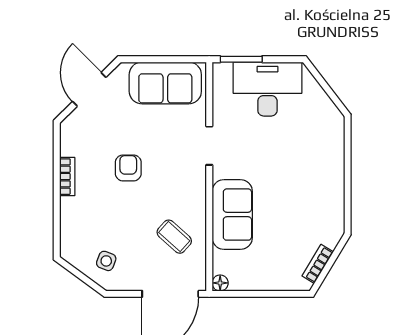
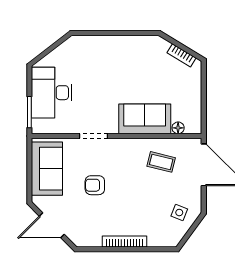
armchair: (128, 168) -> (95, 185), moved
bookcase: (67, 177) -> (125, 242), width x1.56
coffee table: (174, 237) -> (161, 162), turned 62
floor lamp: (220, 283) -> (178, 128), moved

